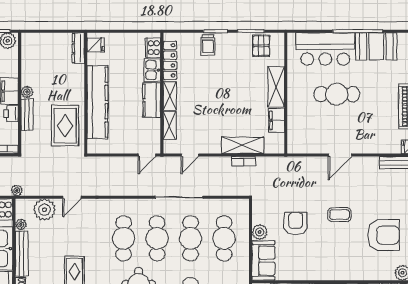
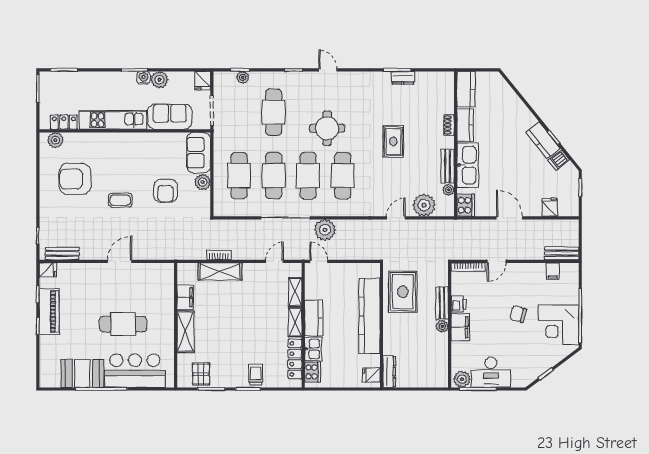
door: (147, 155) -> (319, 261), hinge flipped
plant: (17, 190) -> (325, 230), moved, width x1.88, depth x1.88
bench: (22, 254) -> (448, 166), width x0.73

